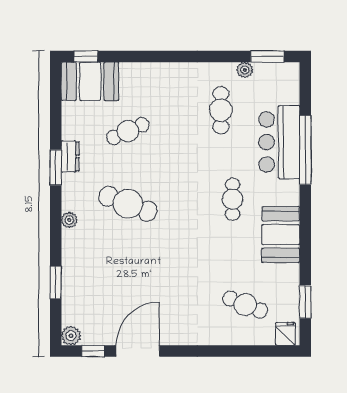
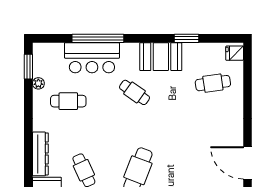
dresser: (150, 73) -> (40, 154), added
cafe table: (233, 199) -> (134, 92), turned 35
window: (305, 302) -> (187, 38), moved
cafe table: (245, 305) -> (213, 83), turned 60

